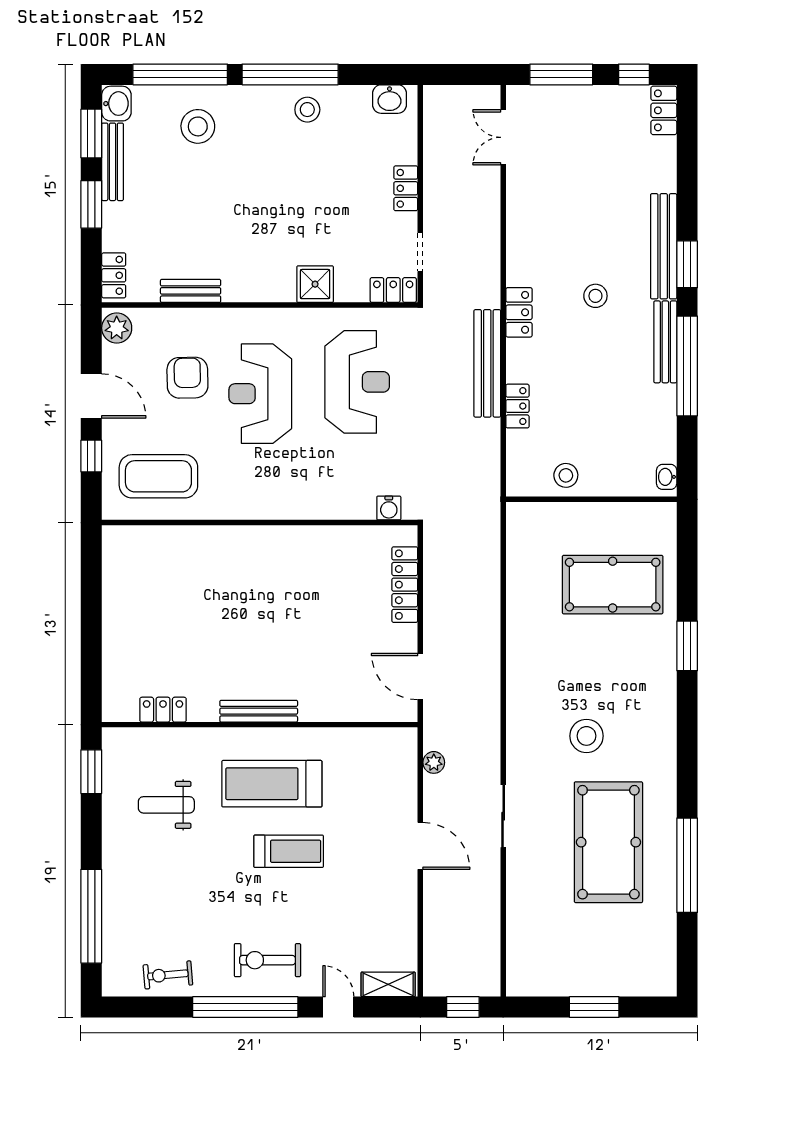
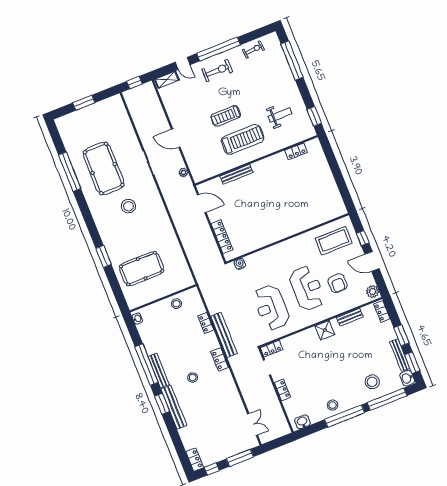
shower: (315, 284) -> (325, 330), moved
bench: (259, 711) -> (237, 174), moved

